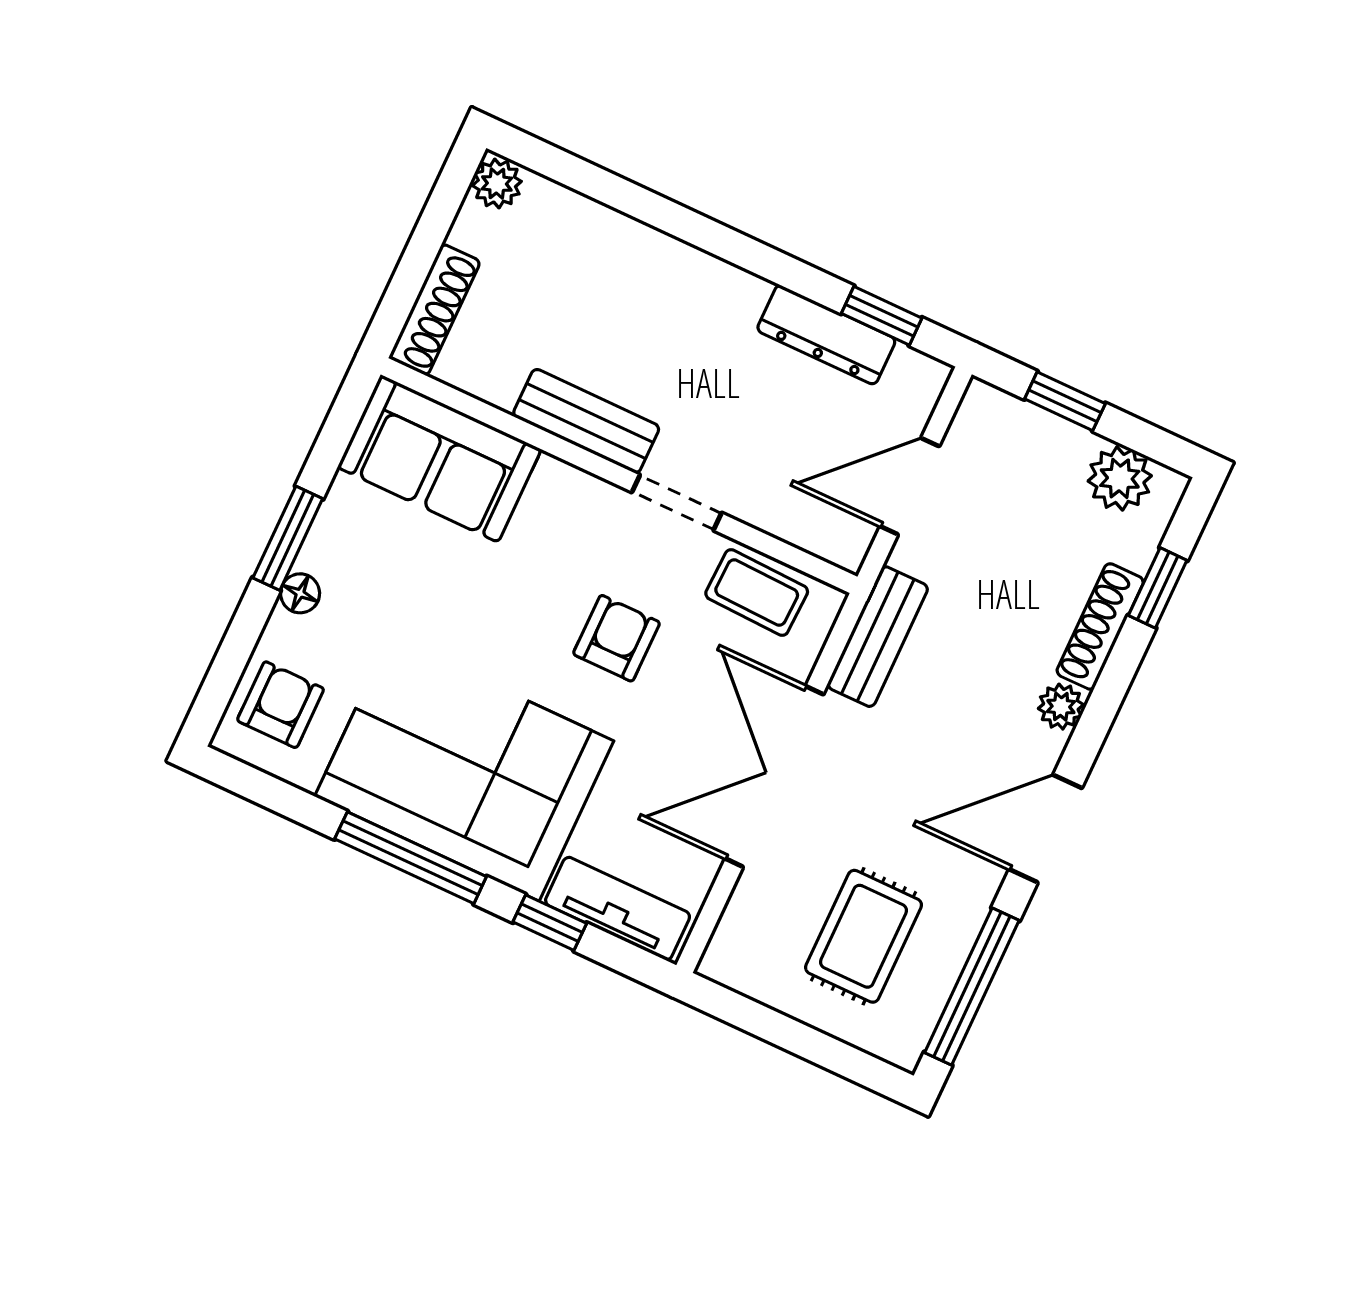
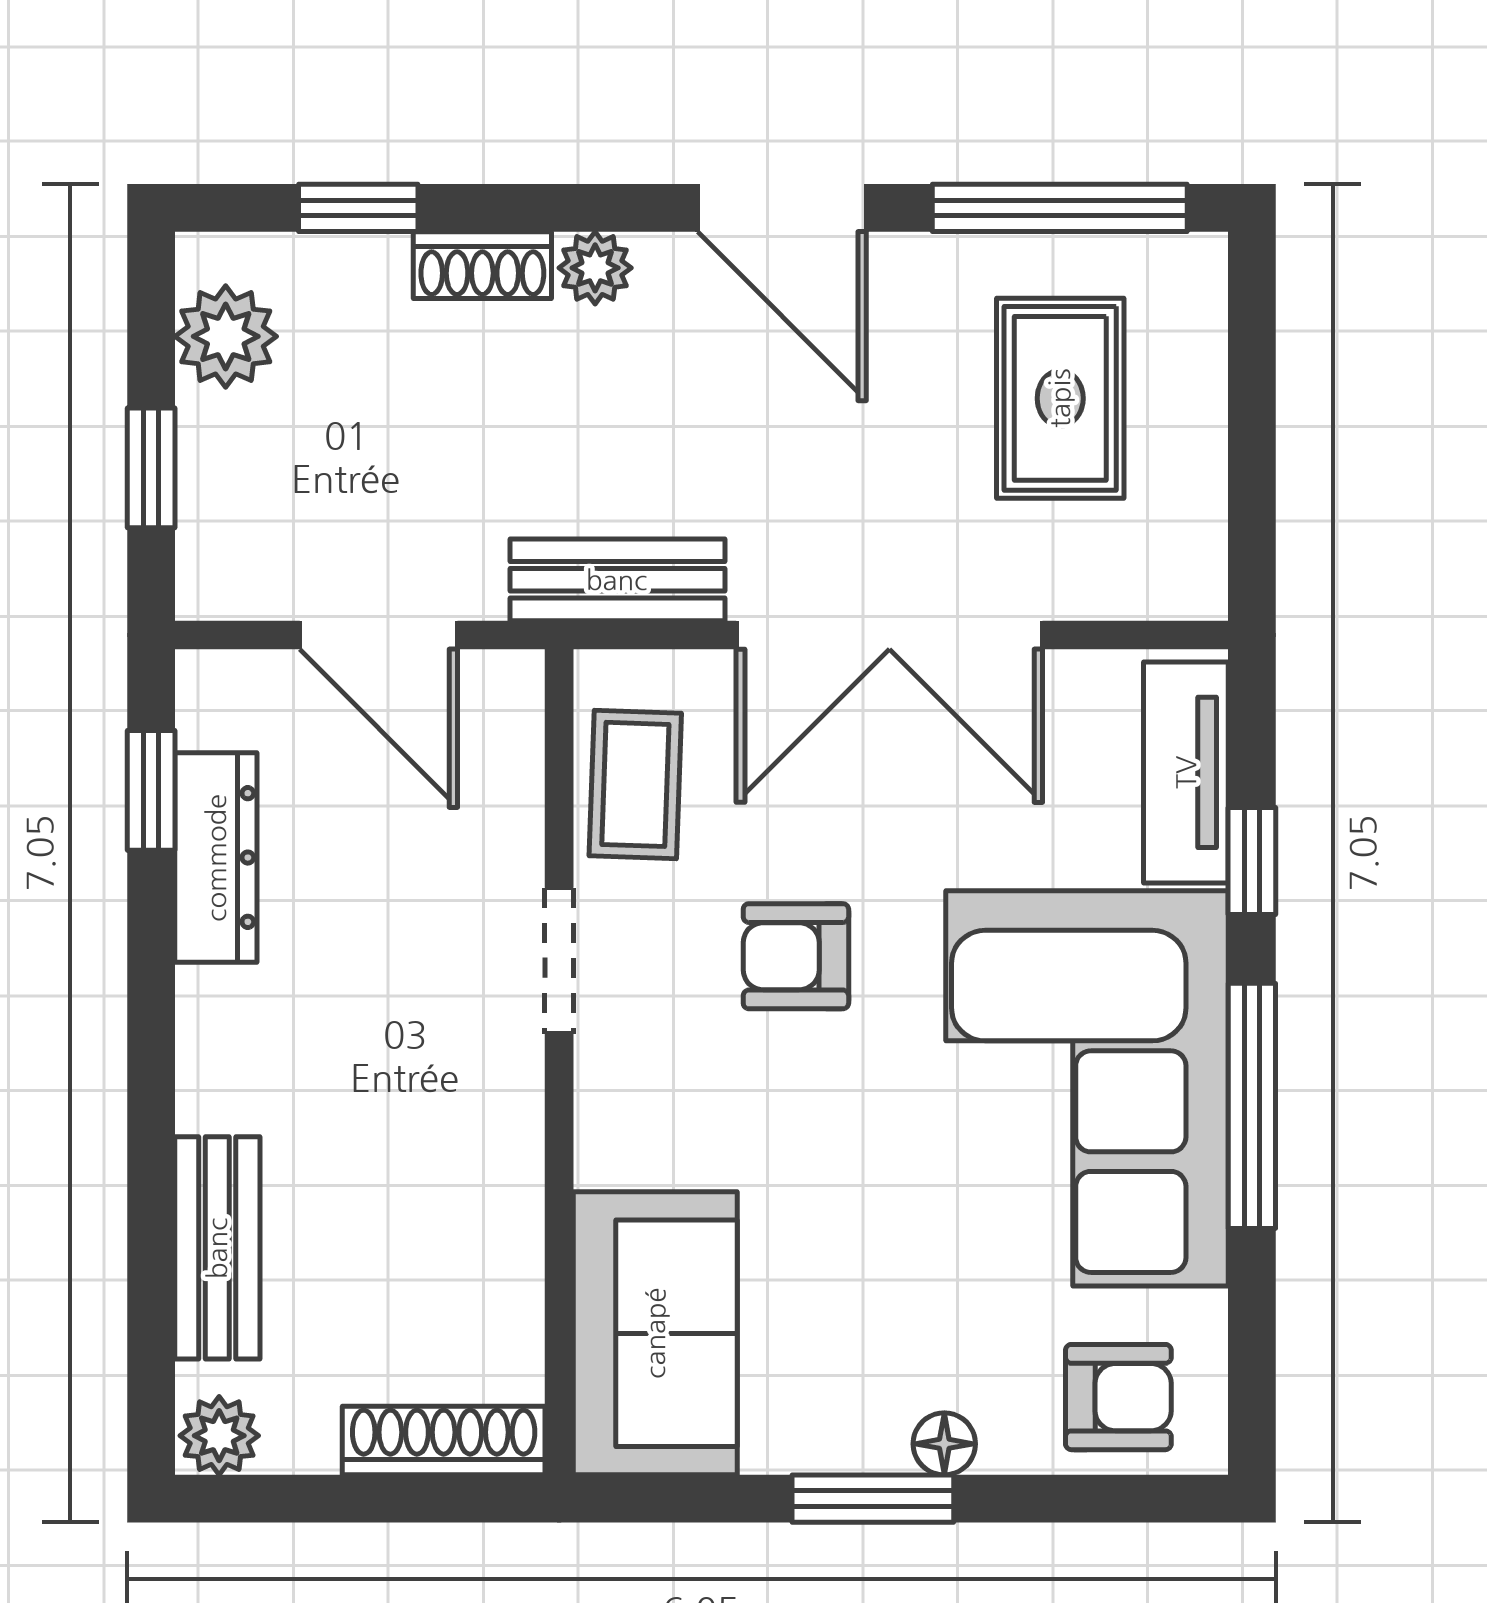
bench: (586, 421) -> (217, 1248), moved
shoe rack: (1100, 626) -> (482, 265), width x0.70
armchair: (281, 705) -> (1118, 1397), turned 180
rug: (864, 936) -> (1060, 398), turned 90

